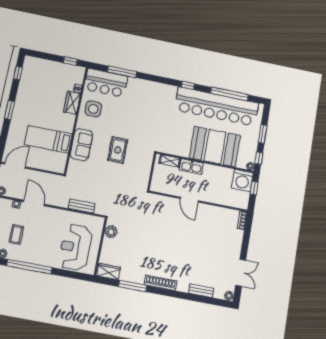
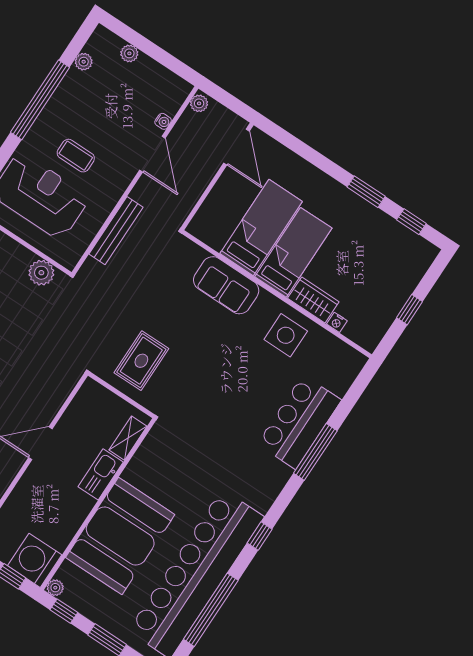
window: (70, 61) -> (409, 310), moved
window: (122, 72) -> (315, 452), moved
bar counter: (106, 83) -> (299, 422), moved
window: (10, 110) -> (366, 192), moved
bed: (54, 120) -> (293, 252), added
rug: (118, 150) -> (141, 361), moved, turned 90
door: (34, 203) -> (152, 154), hinge flipped
bench: (82, 206) -> (116, 231), width x1.36
coffee table: (16, 234) -> (76, 156), moved

